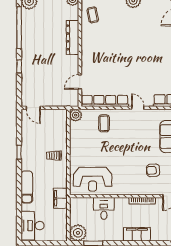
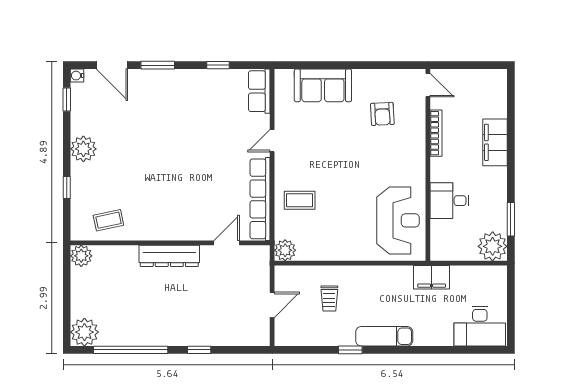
dresser: (73, 37) -> (169, 256), moved
door: (80, 82) -> (227, 243), swing flipped
door: (33, 108) -> (272, 305), moved
trolley: (54, 156) -> (329, 299), moved
exam couch: (27, 187) -> (384, 336), moved

